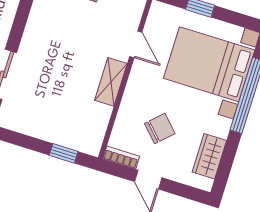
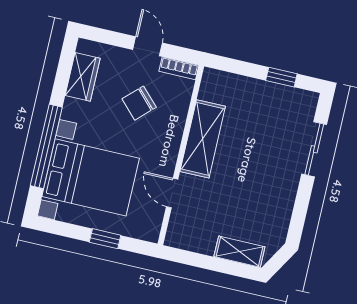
shelving: (111, 82) -> (203, 139), width x1.50, depth x1.33
window: (64, 153) -> (281, 77), moved

